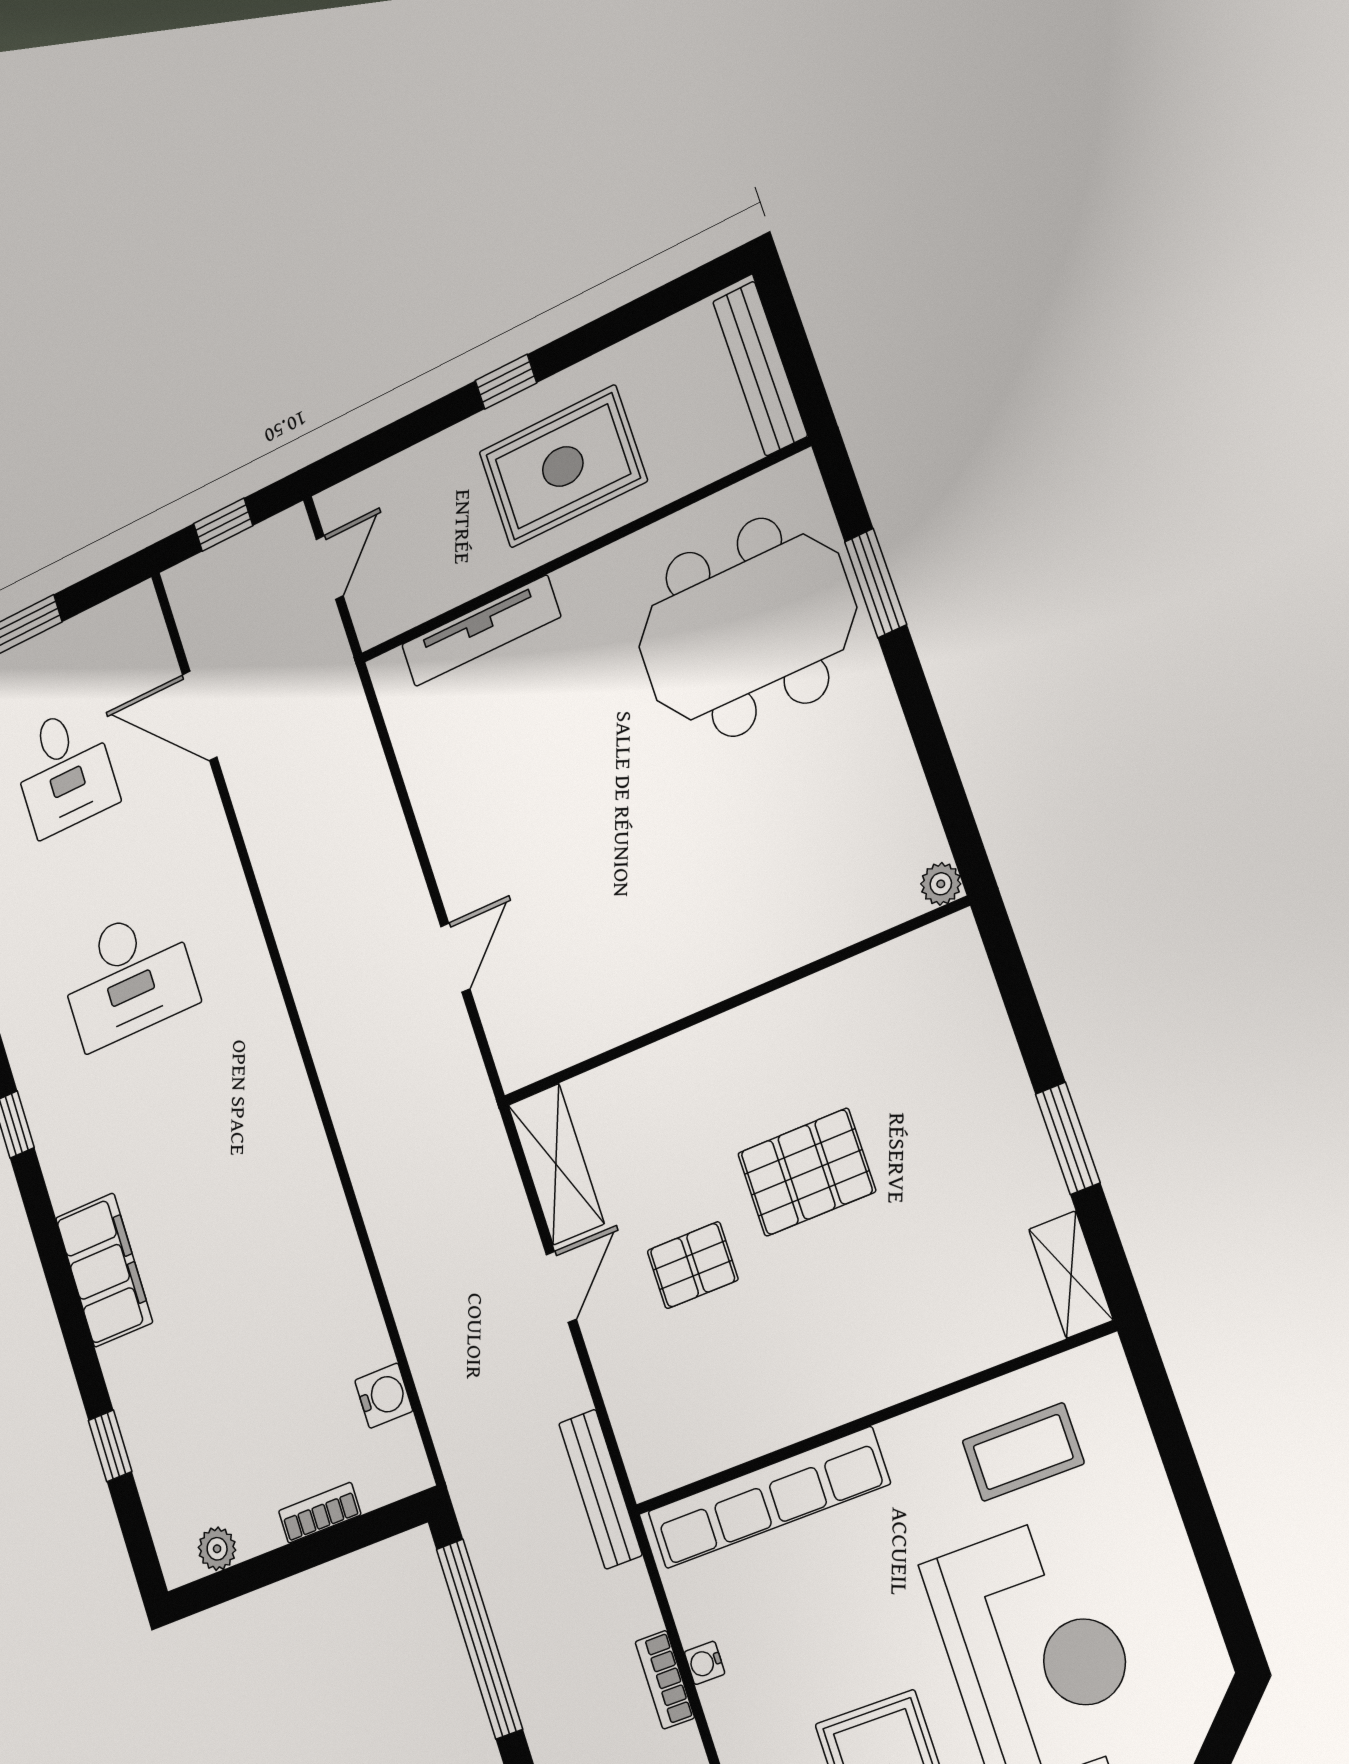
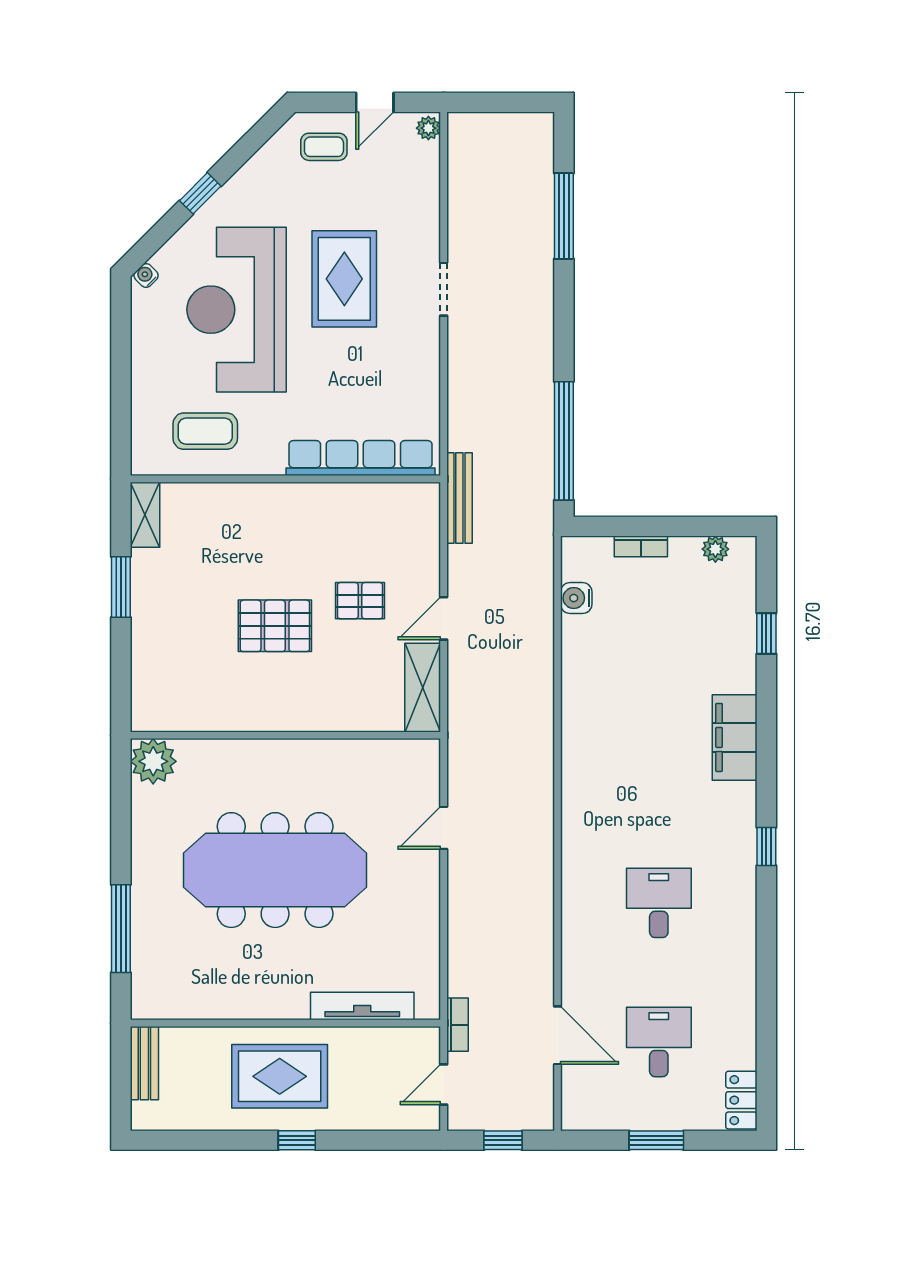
bench: (760, 369) -> (144, 1063), width x0.73
window: (876, 583) -> (121, 929), width x1.44
meeting table: (747, 627) -> (275, 870), moved, width x1.36
plant: (941, 884) -> (153, 761), width x1.88, depth x1.88
desk: (127, 977) -> (659, 903), width x0.73
water cooler: (705, 1663) -> (146, 275), moved, turned -135
bookcase: (665, 1680) -> (457, 1025), moved

